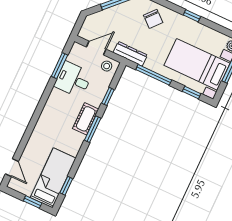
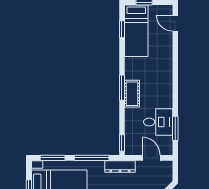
door: (96, 48) -> (151, 158), swing flipped
stool: (107, 66) -> (135, 147), removed
window: (192, 93) -> (53, 158), width x1.50
window: (108, 96) -> (122, 143), moved

